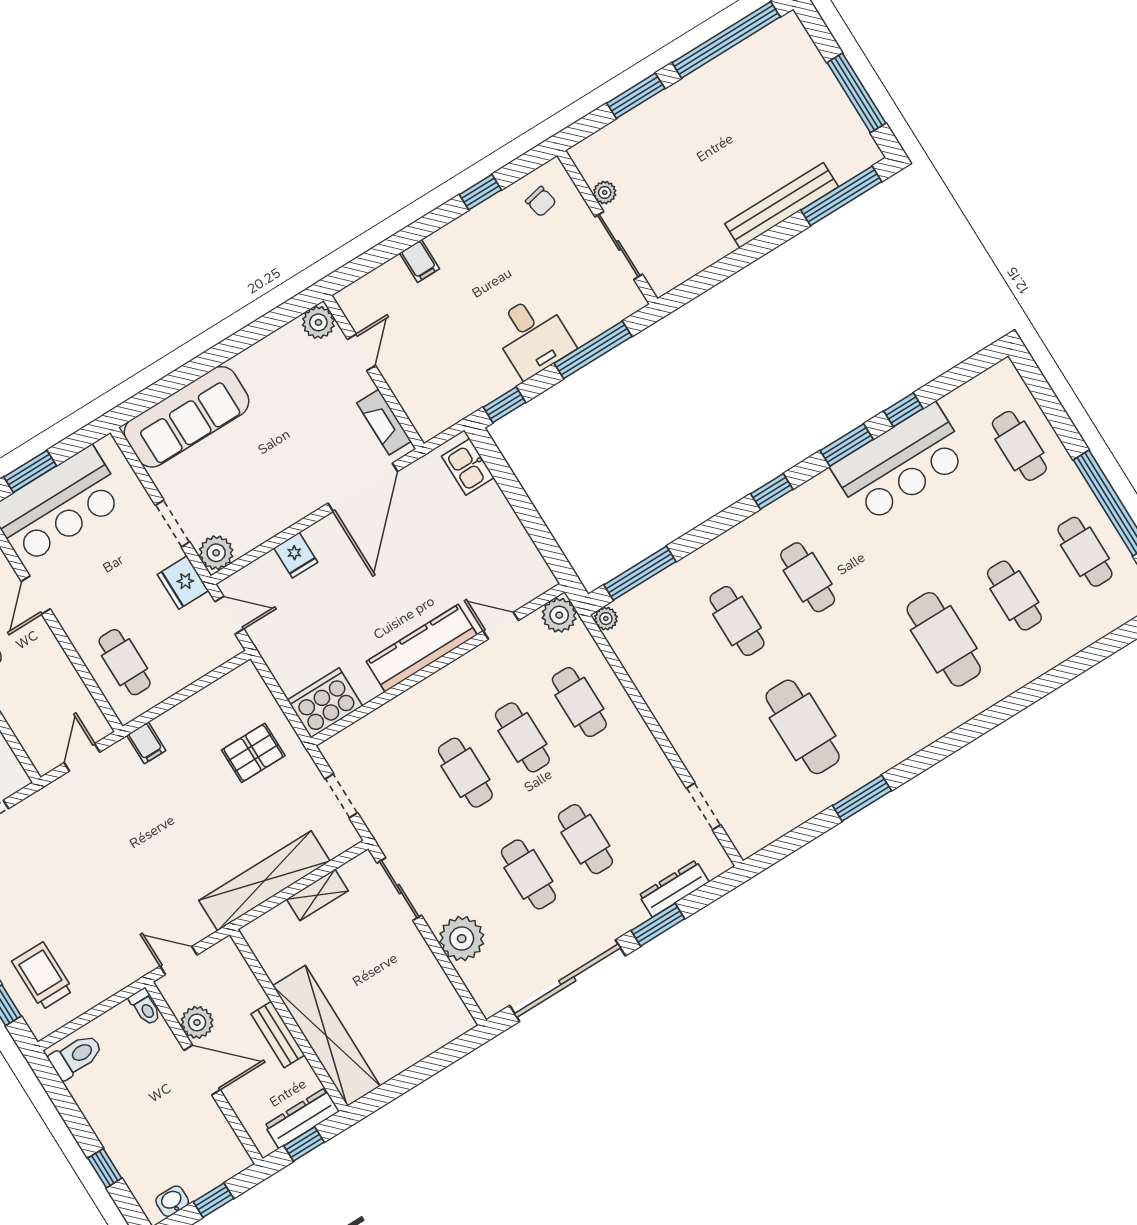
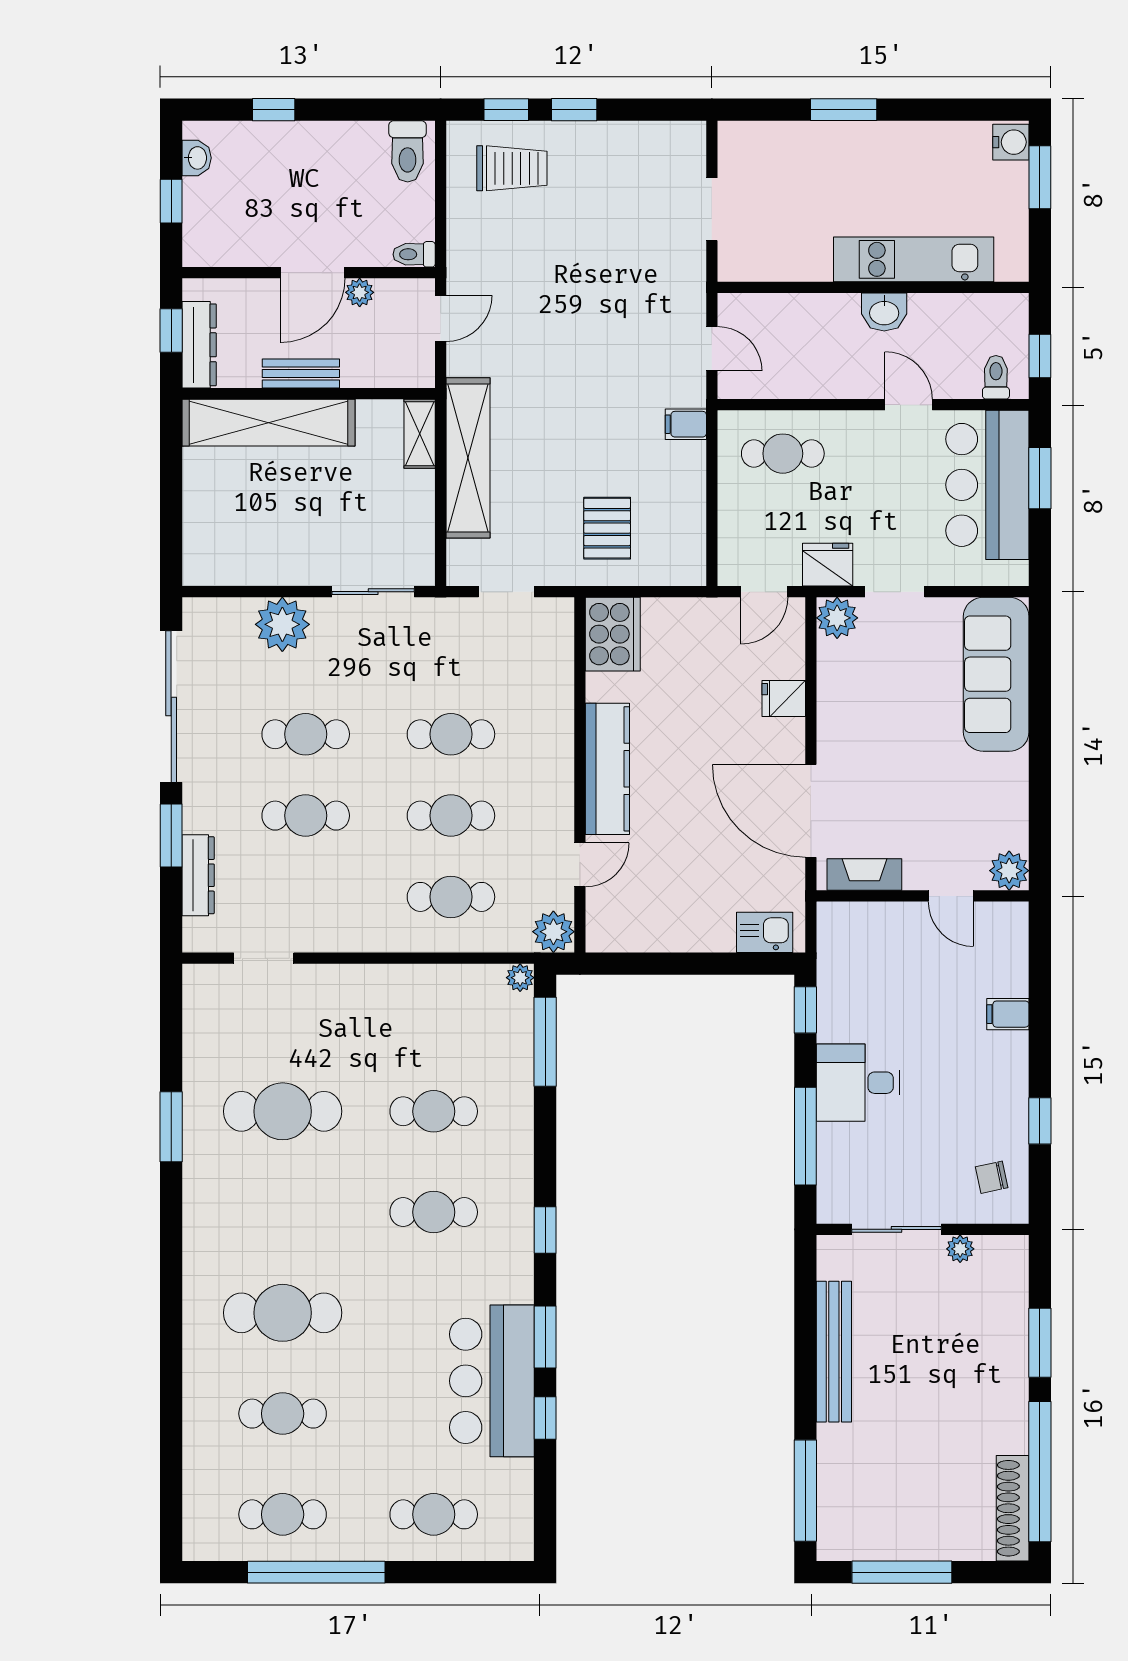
shoe rack: (764, 43) -> (1013, 1508), added
bench: (782, 205) -> (834, 1352), moved
shelving: (317, 895) -> (420, 434), moved
plant: (197, 1022) -> (360, 292), width x0.73, depth x0.73

